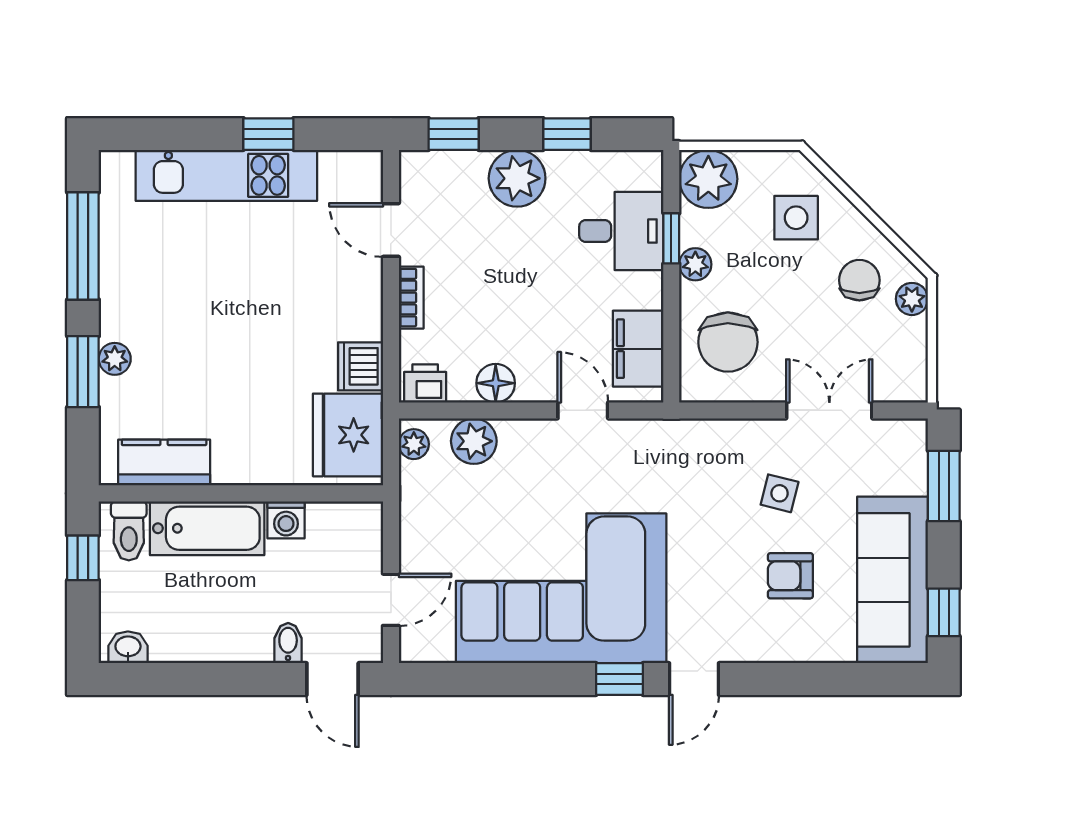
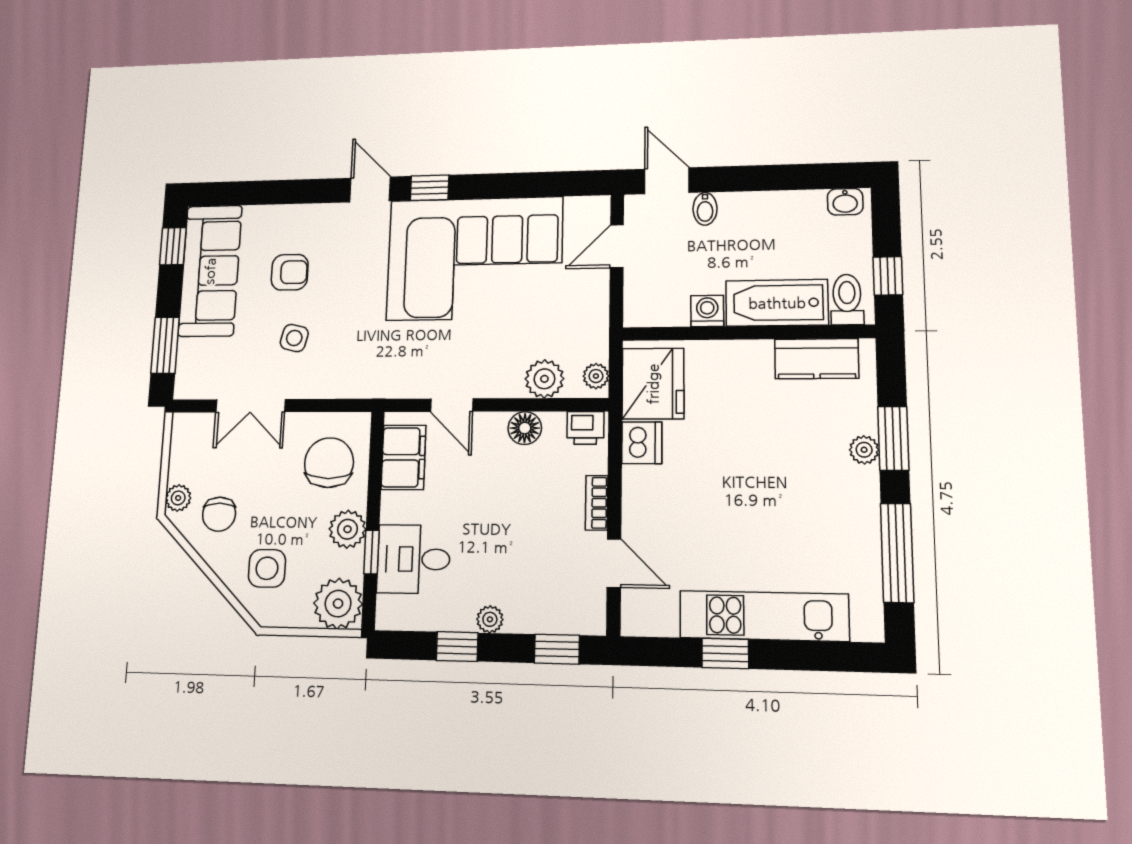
plant: (517, 178) -> (490, 619), width x0.53, depth x0.53
plant: (695, 264) -> (348, 529), width x1.38, depth x1.38
door: (694, 679) -> (370, 189), hinge flipped

